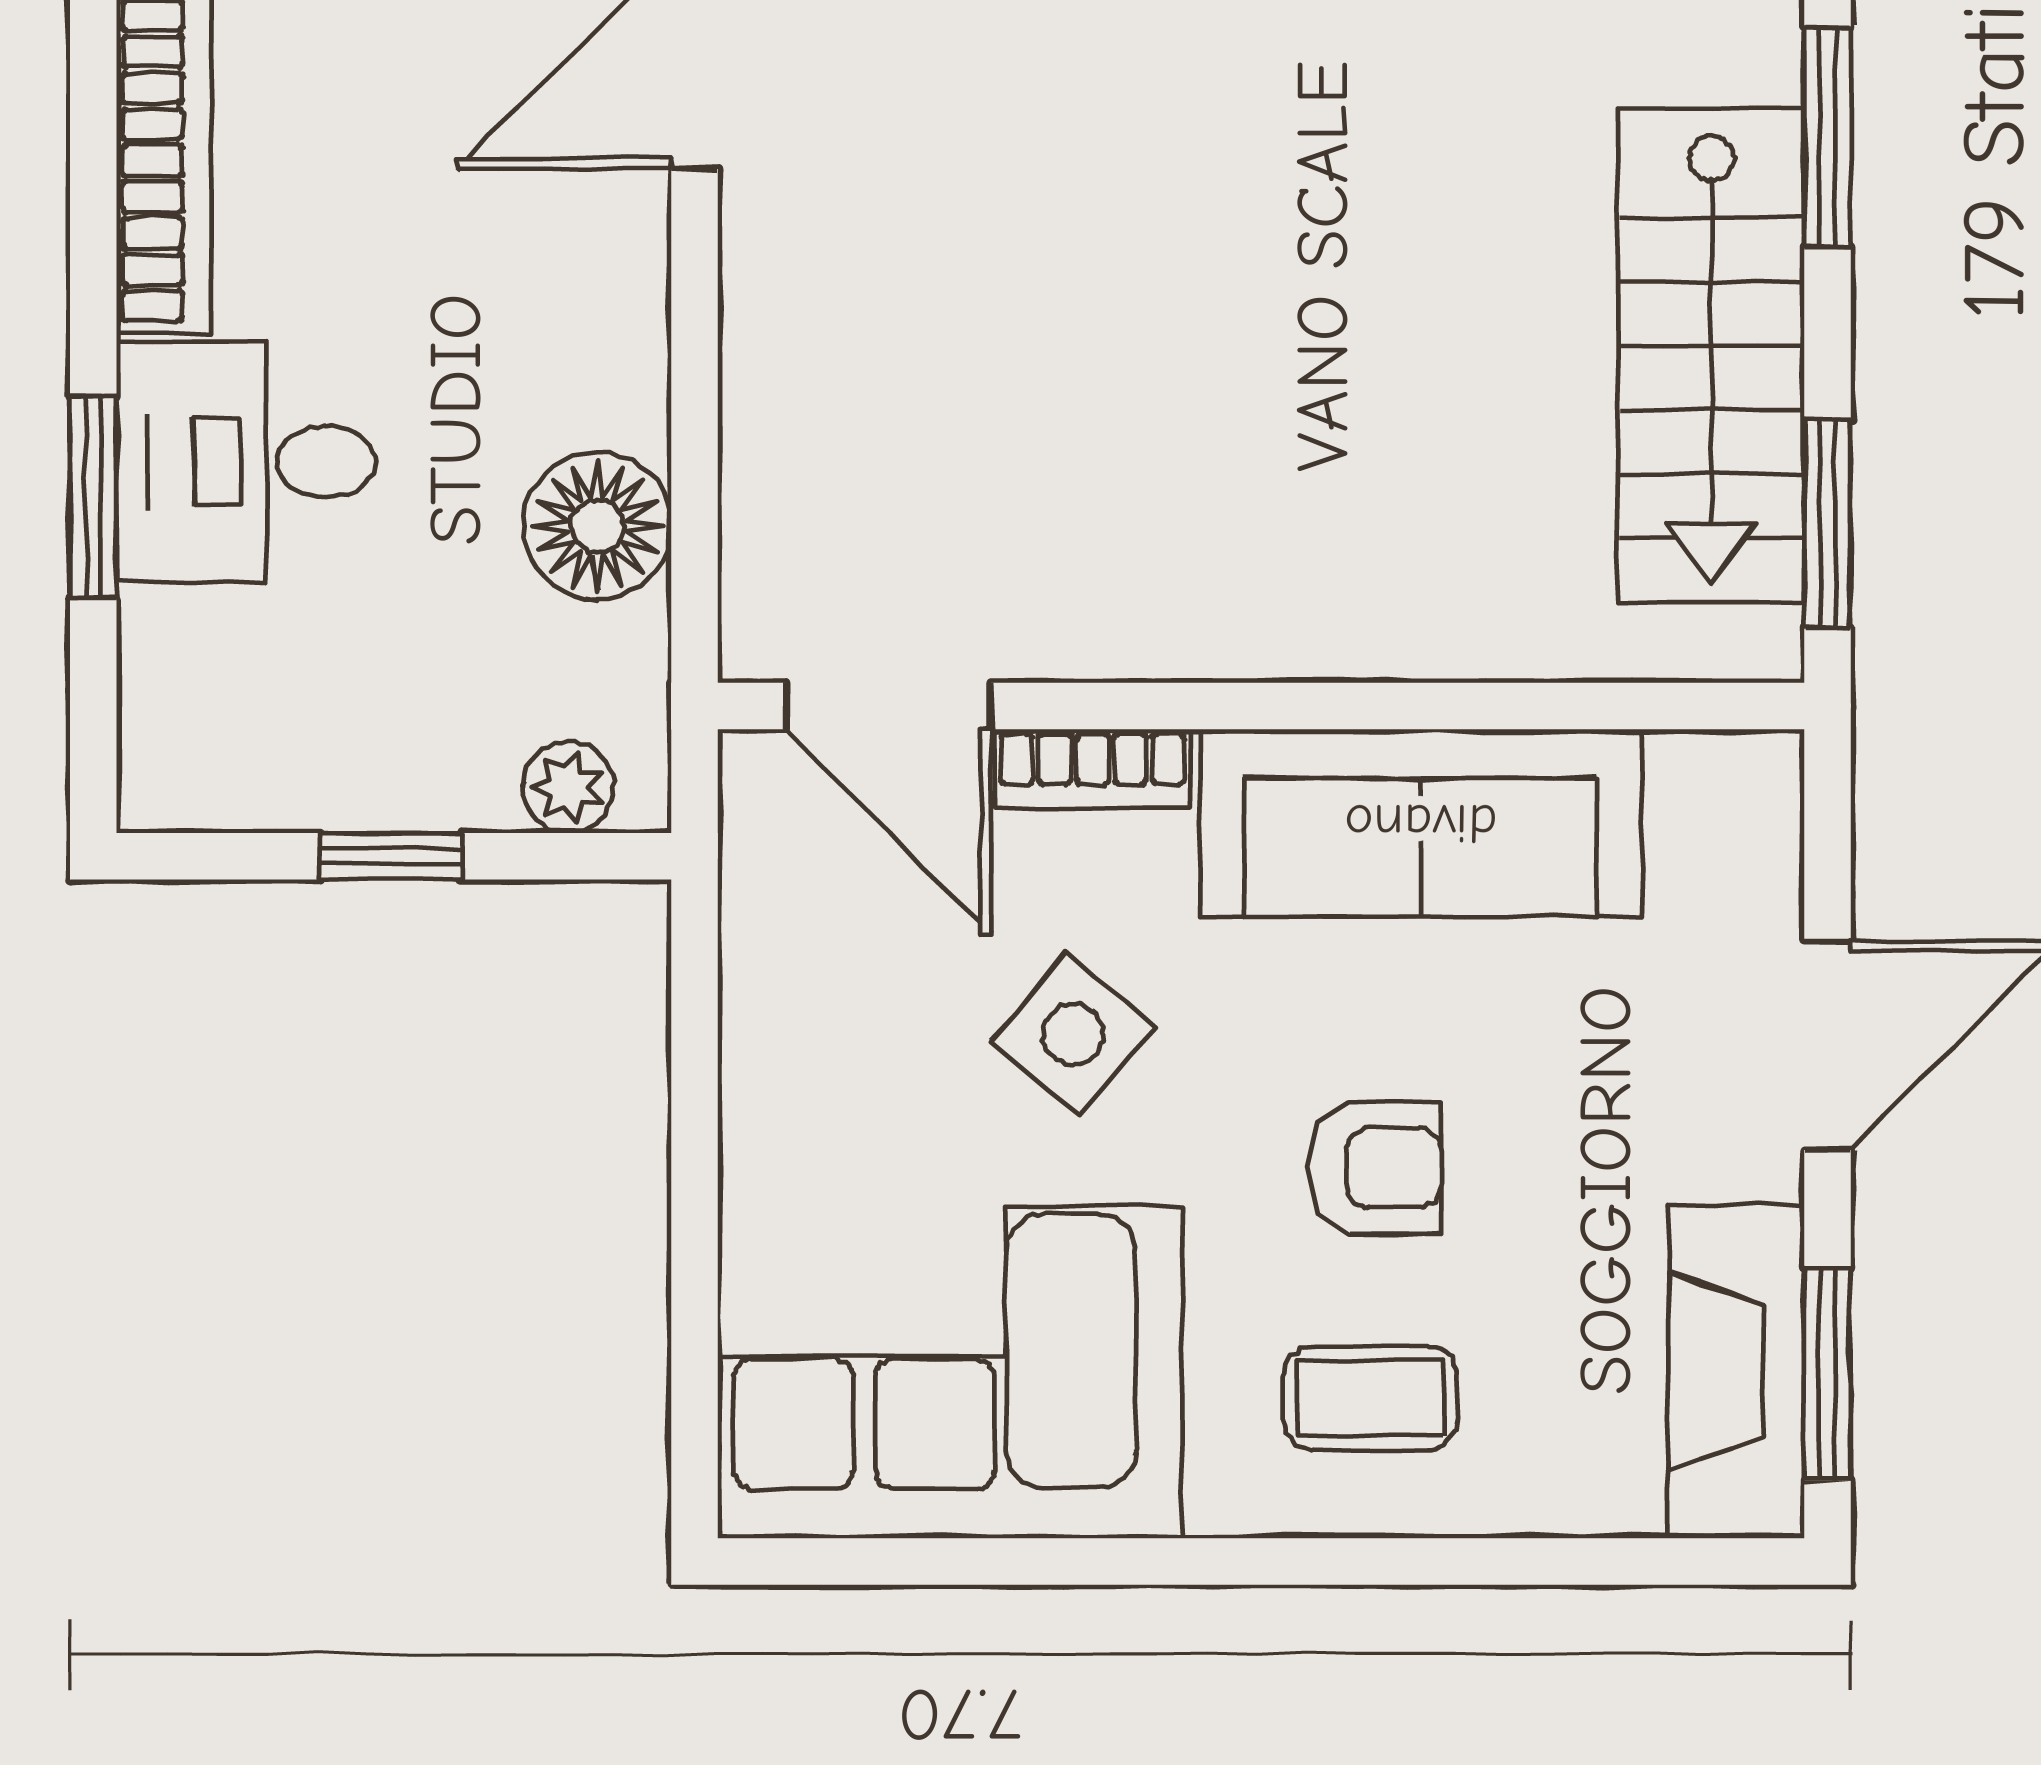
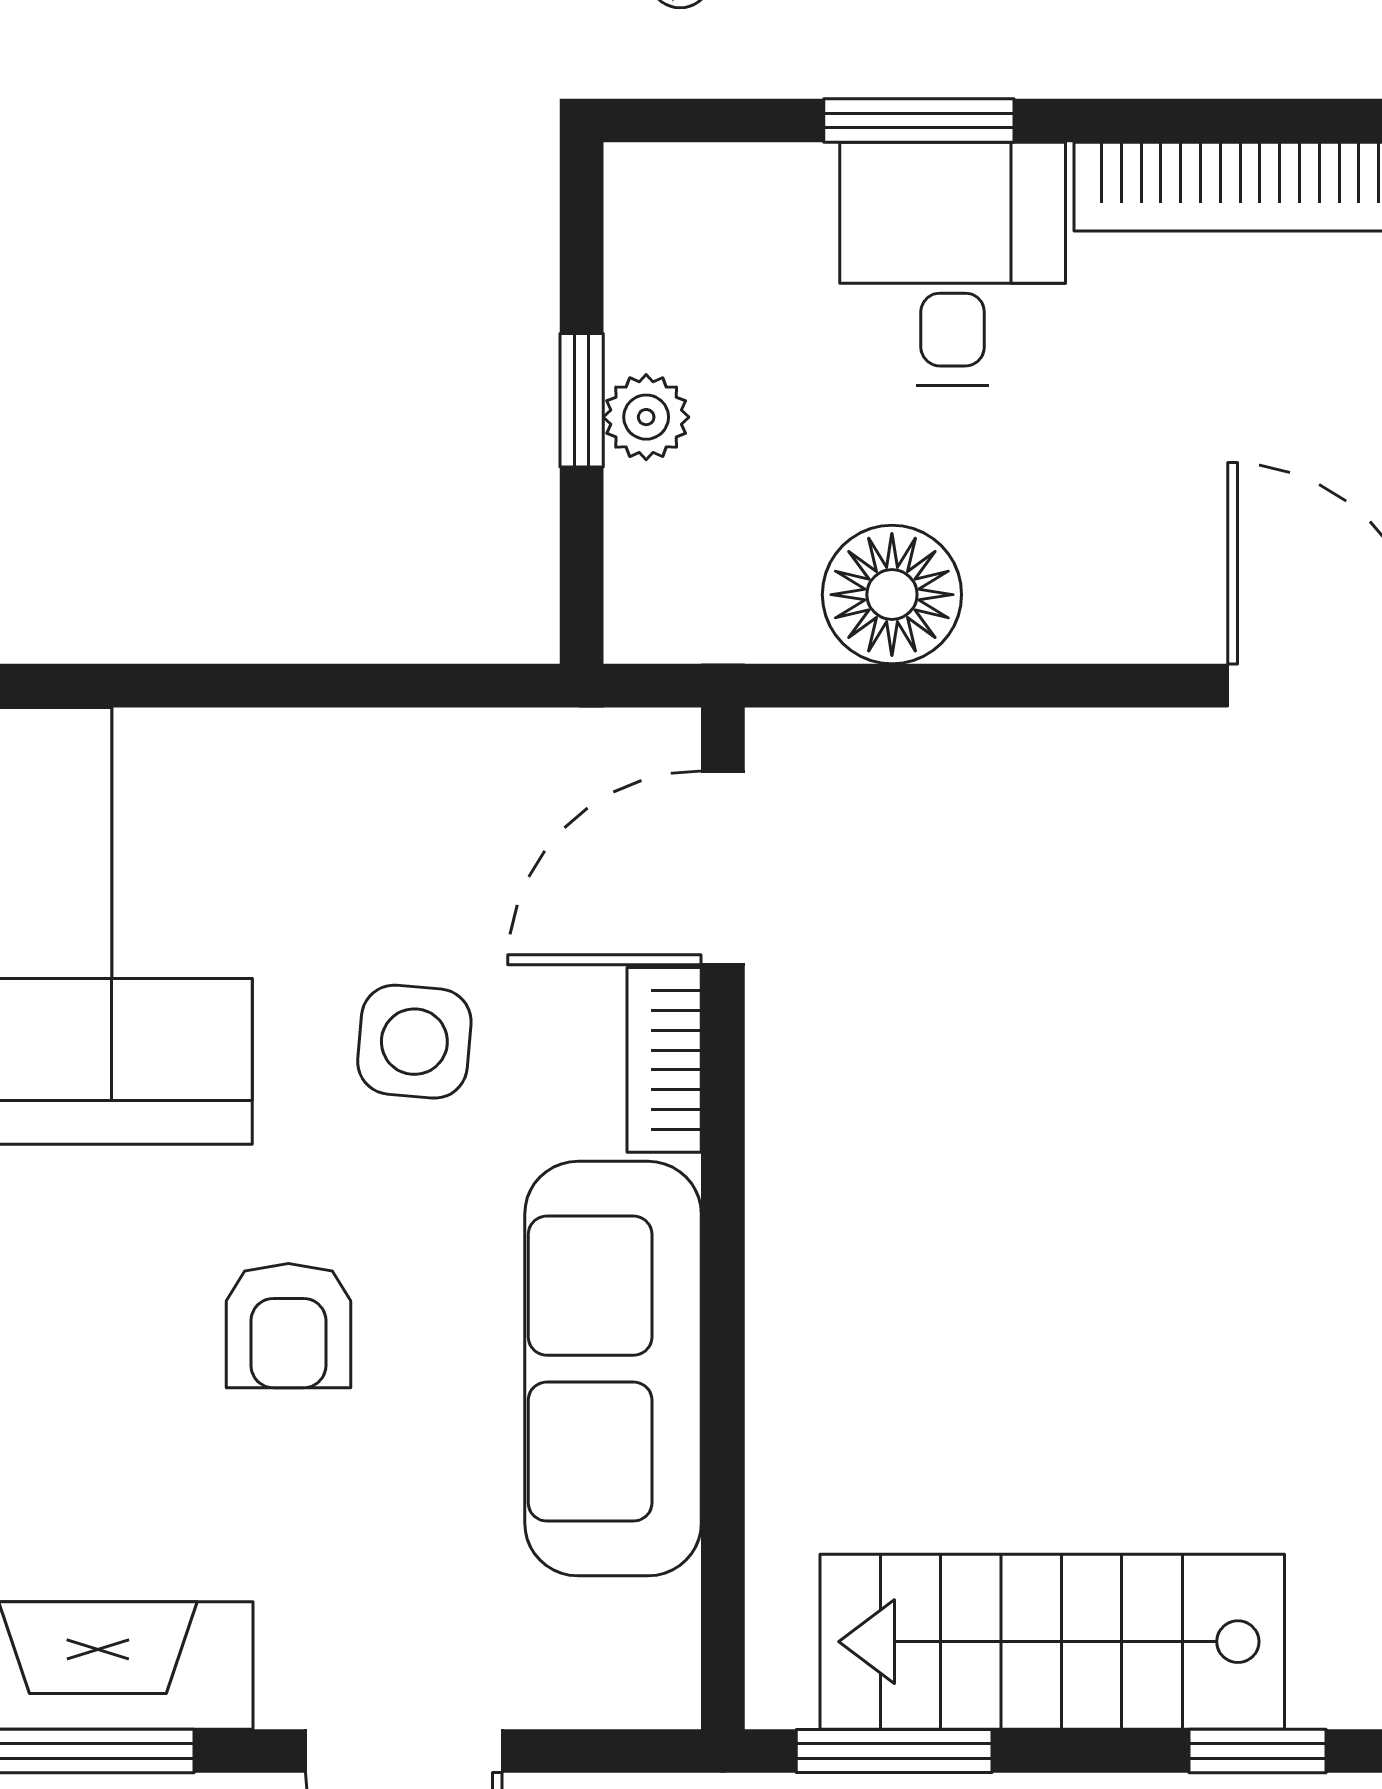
window: (1827, 137) -> (1258, 1751), width x0.67
plant: (569, 788) -> (646, 417), moved
side table: (1073, 1034) -> (414, 1042), turned -35
coffee table: (1370, 1398) -> (72, 1321), removed

